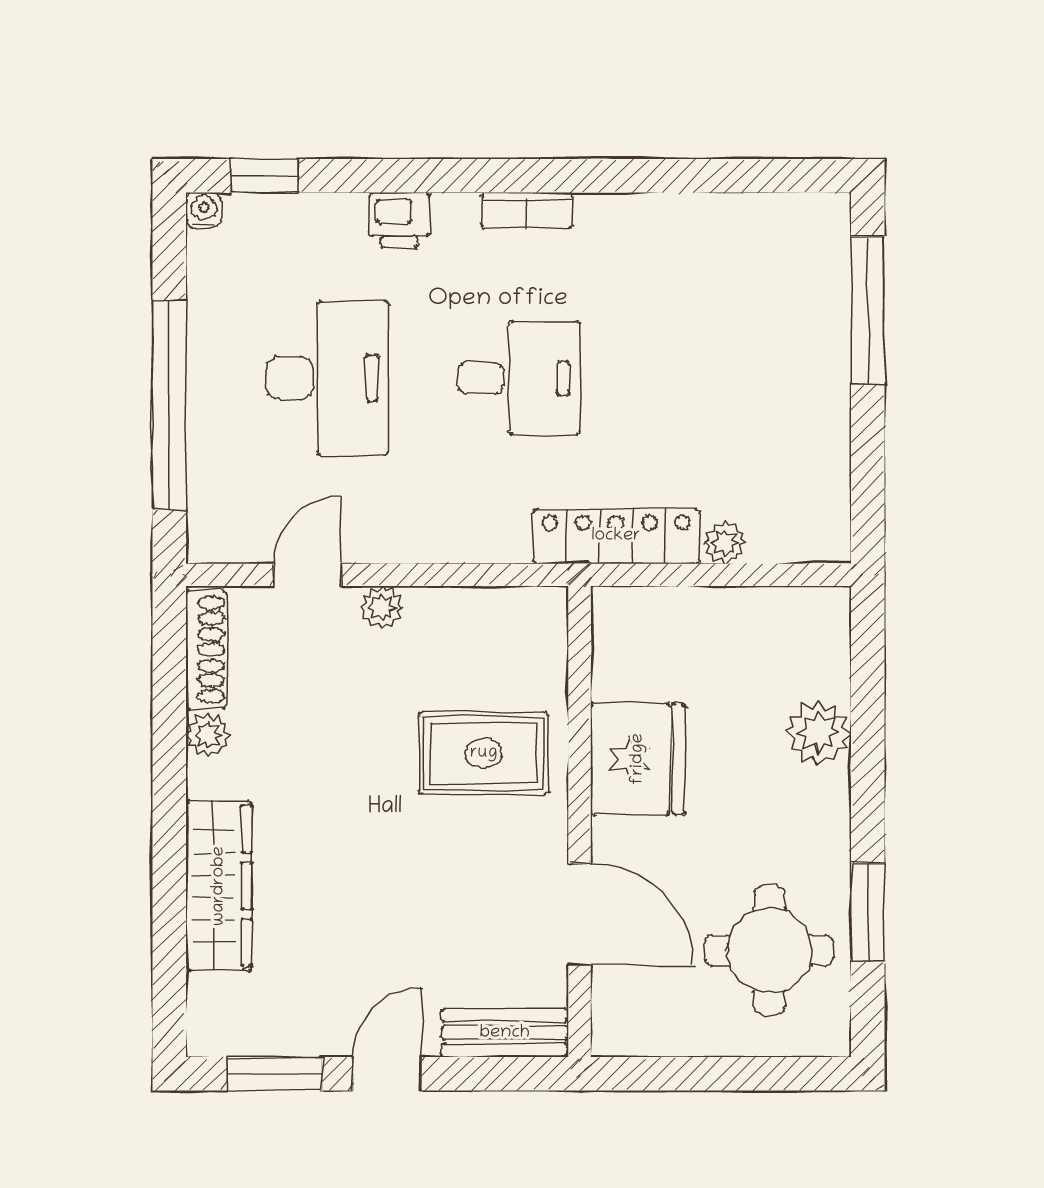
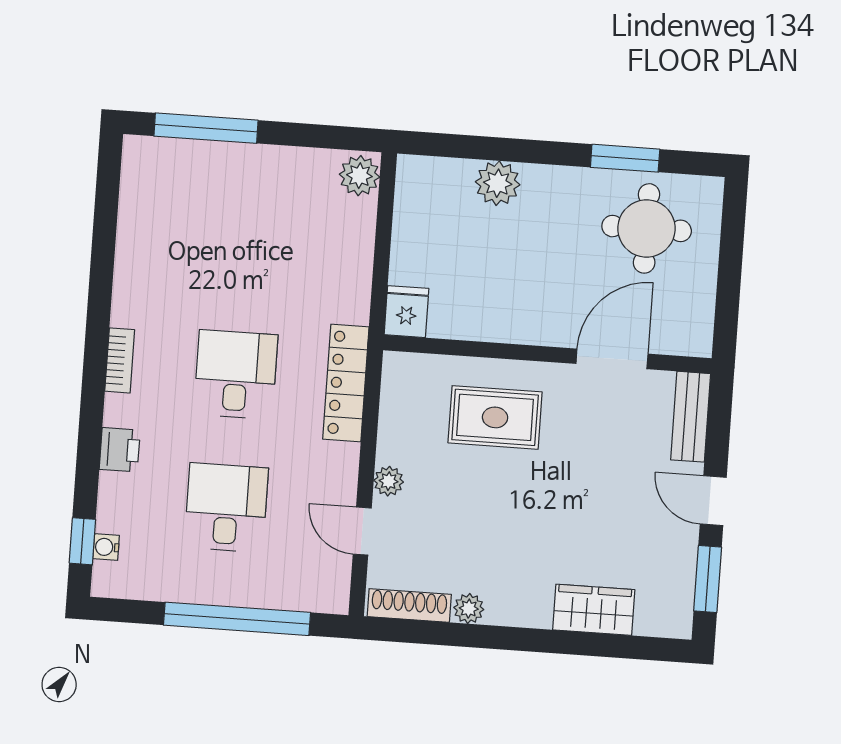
water cooler: (204, 210) -> (106, 547), moved
desk: (327, 378) -> (226, 508), width x0.73
locker: (616, 536) -> (346, 383), moved
plant: (725, 543) -> (359, 176), moved, width x1.38, depth x1.38
rug: (484, 753) -> (495, 417), turned 90
fridge: (638, 759) -> (406, 312), moved, width x0.53, depth x0.75
wardrobe: (219, 886) -> (594, 610), width x0.67

